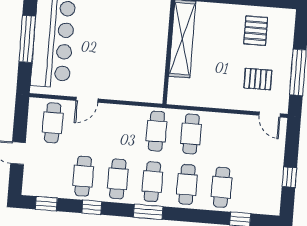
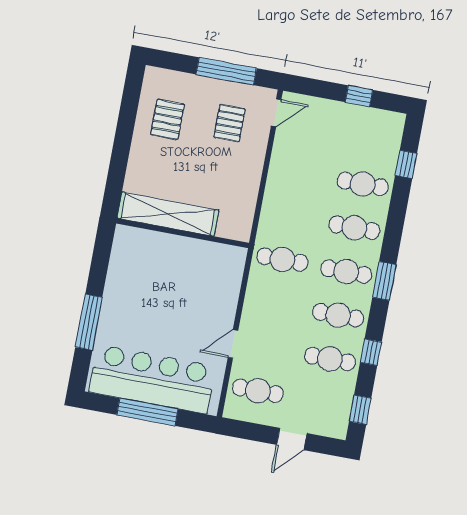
pallet: (256, 31) -> (167, 119), turned 90
door: (87, 100) -> (233, 344), swing flipped
cafe table: (191, 134) -> (291, 216), removed

